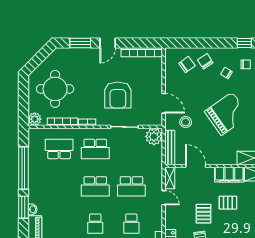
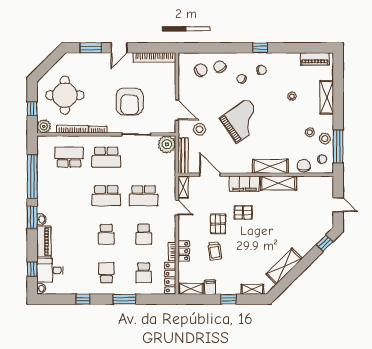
window: (23, 102) -> (32, 109), added

